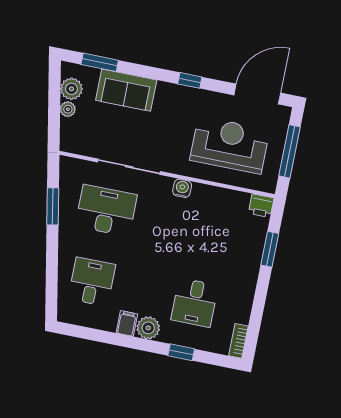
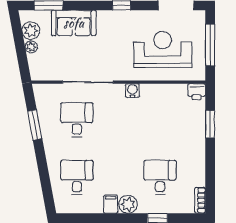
desk: (106, 211) -> (77, 120), width x0.73
desk: (195, 303) -> (160, 177), turned 180

